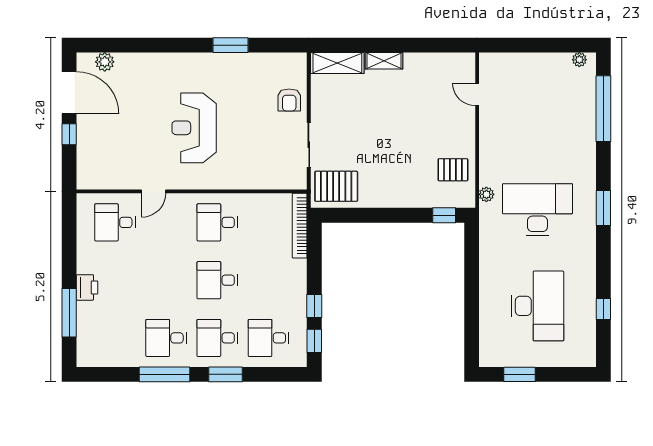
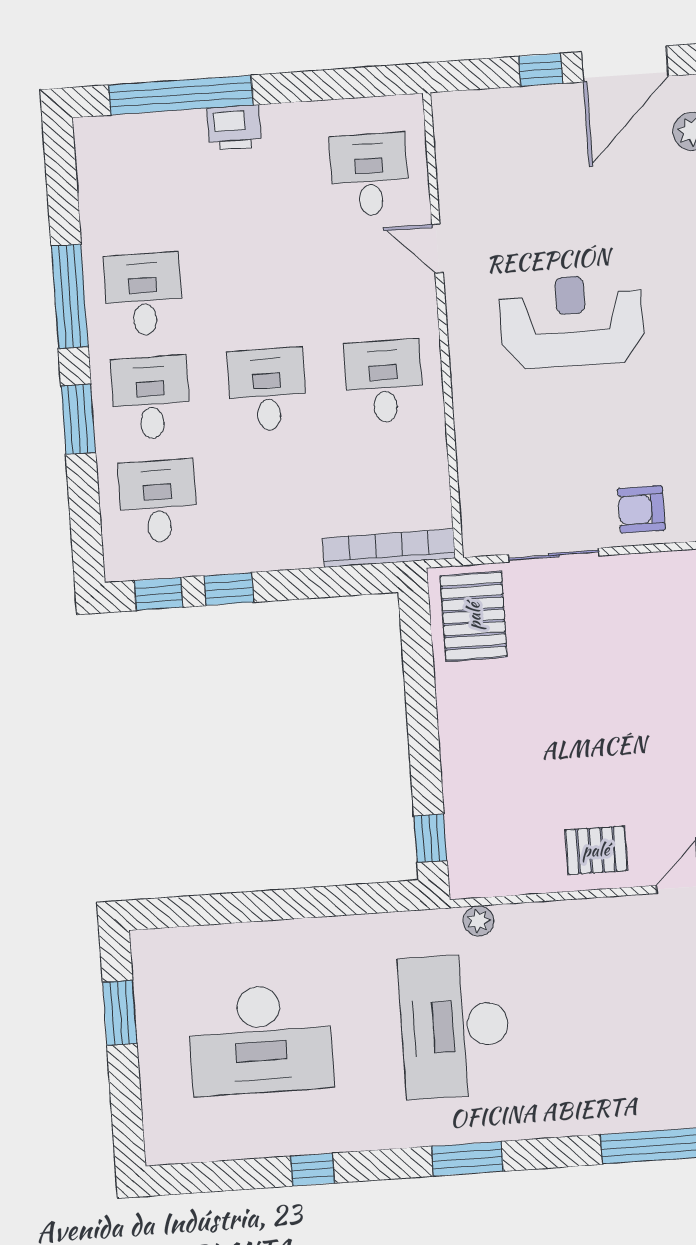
pallet: (453, 170) -> (596, 850), moved, turned 90
desk: (537, 210) -> (455, 1026), turned 180
window: (603, 309) -> (312, 1170), moved
window: (69, 313) -> (181, 95), width x1.46

